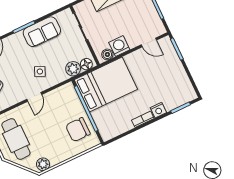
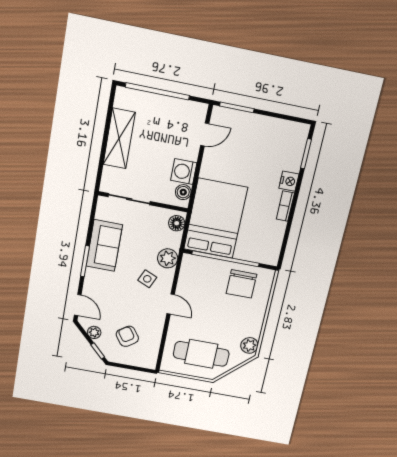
plant: (73, 69) -> (168, 258), moved

